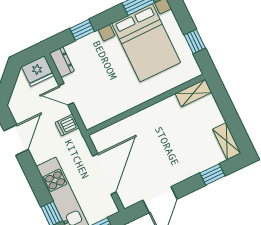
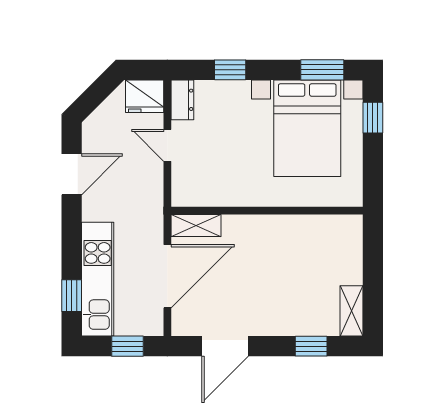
window: (195, 42) -> (373, 118), moved
shelving: (193, 93) -> (196, 225), moved
dishwasher: (67, 125) -> (149, 187), removed

